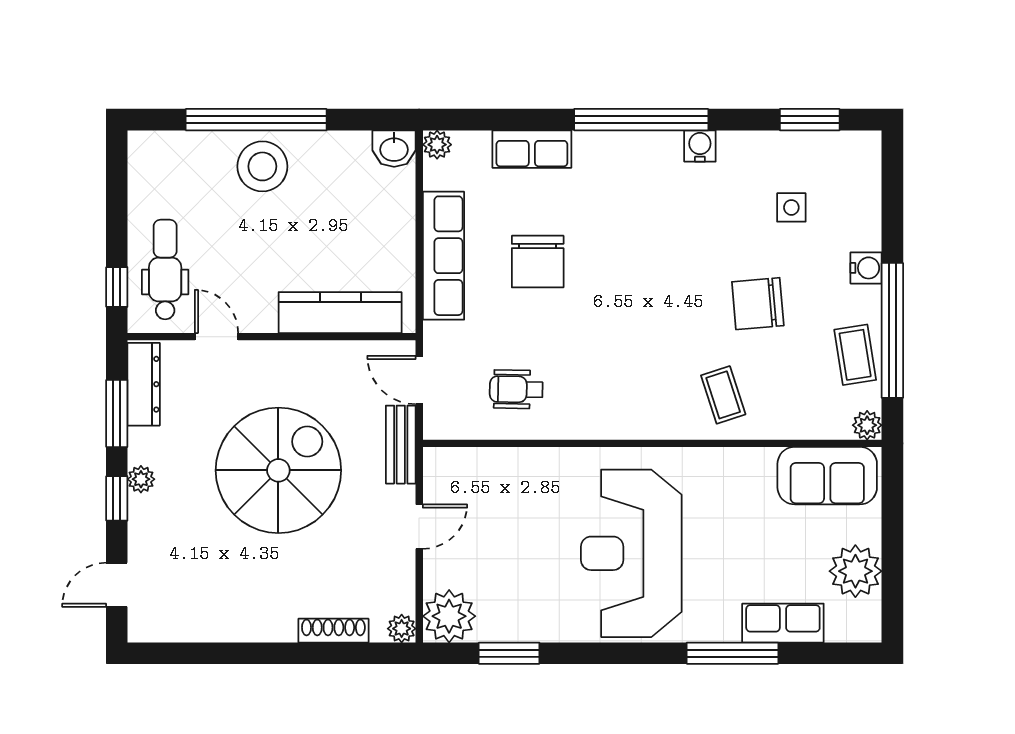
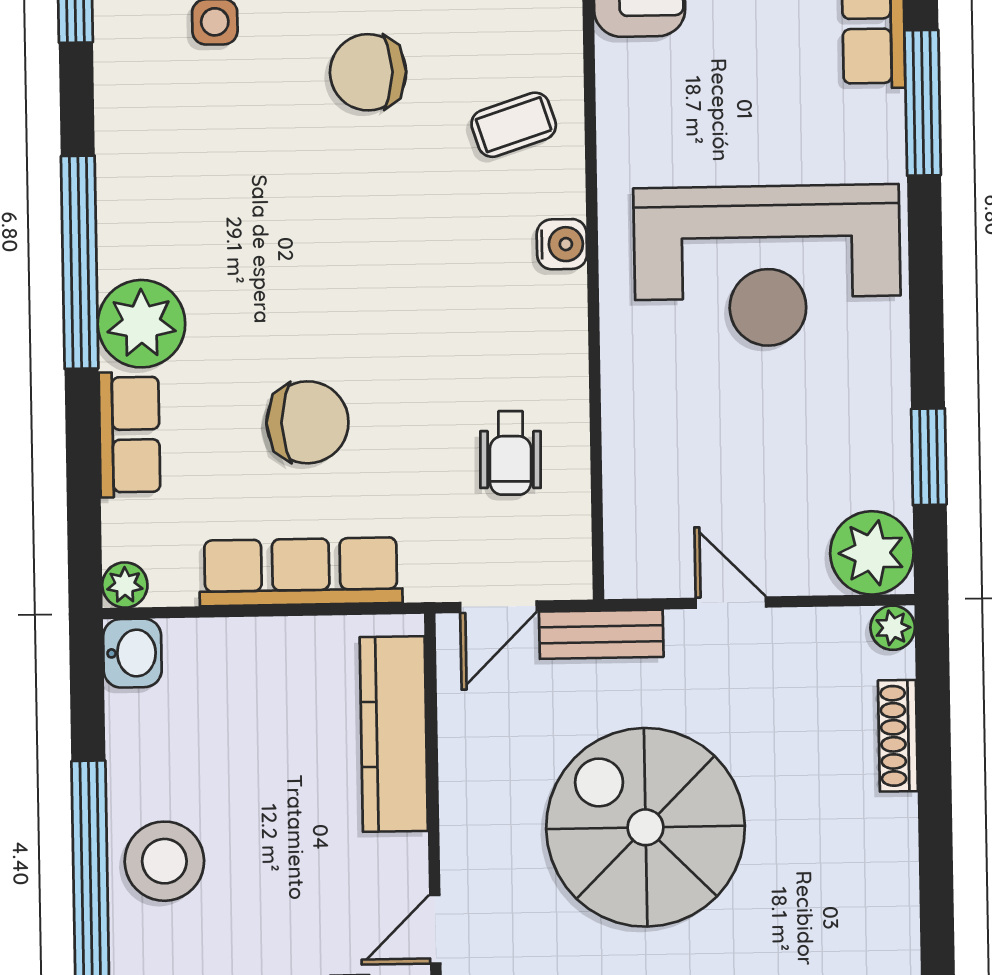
water cooler: (700, 146) -> (562, 244), moved, turned 180
plant: (602, 158) -> (141, 324), added
chair: (758, 304) -> (368, 72), turned 95

